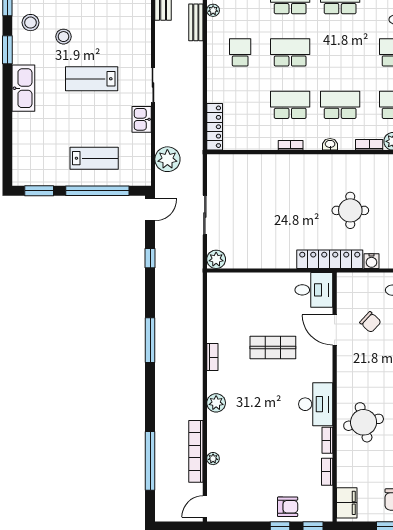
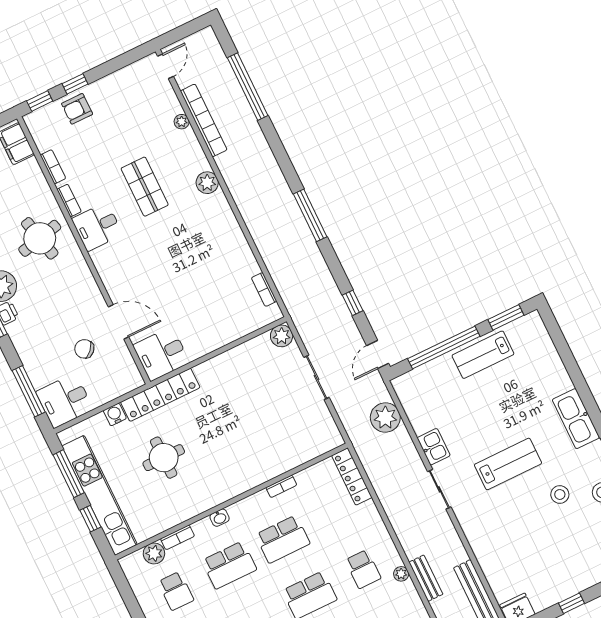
plant: (213, 10) -> (401, 574), moved
bookcase: (291, 145) -> (281, 486), moved
lab bench: (94, 158) -> (483, 355), moved
shop shelf: (273, 348) -> (145, 187), moved, turned 90
bookcase: (212, 357) -> (264, 289), moved
desk: (316, 404) -> (97, 227), width x0.73

